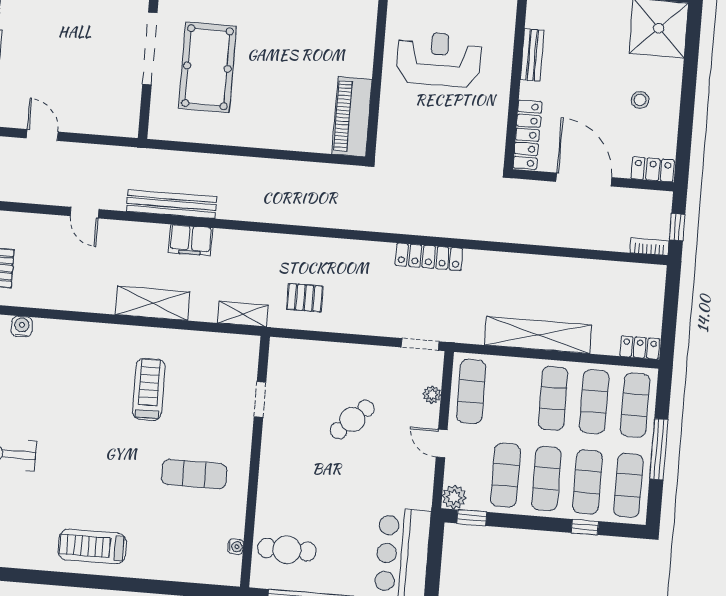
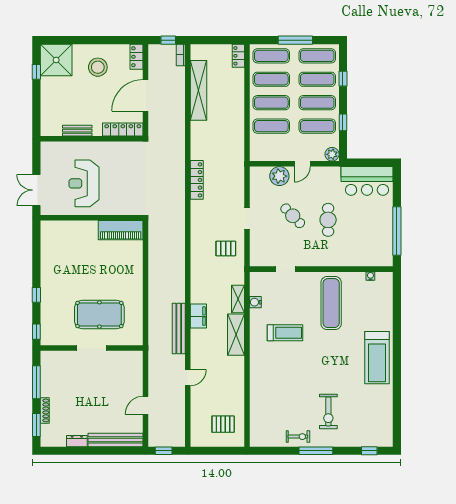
doorway: (150, 48) -> (91, 348), width x0.73
stool: (640, 100) -> (98, 67), width x1.89, depth x1.89
pallet: (305, 298) -> (226, 248), turned 90
shelving: (243, 314) -> (238, 299), moved
water cooler: (22, 327) -> (255, 302), moved
shelving: (538, 335) -> (199, 90), moved
doorway: (420, 344) -> (247, 219), moved
treadmill: (149, 389) -> (285, 333), turned 180
exercise mat: (471, 392) -> (271, 126), moved
plant: (432, 395) -> (279, 176), width x1.87, depth x1.87
exercise mat: (194, 474) -> (331, 303), width x1.36, depth x1.45
window: (472, 518) -> (343, 122), moved
treadmill: (92, 546) -> (377, 358), width x1.37, depth x1.38
cafe table: (287, 550) -> (328, 220), moved

